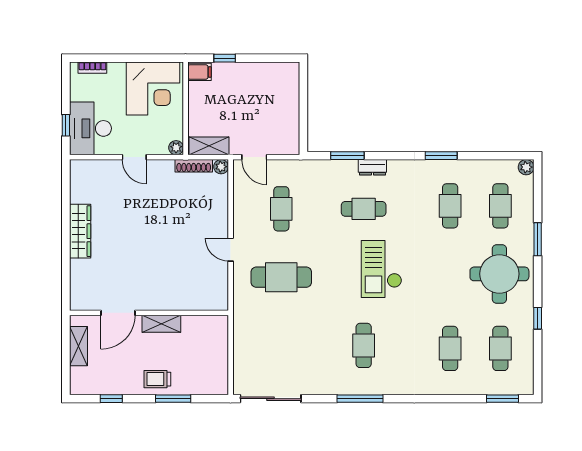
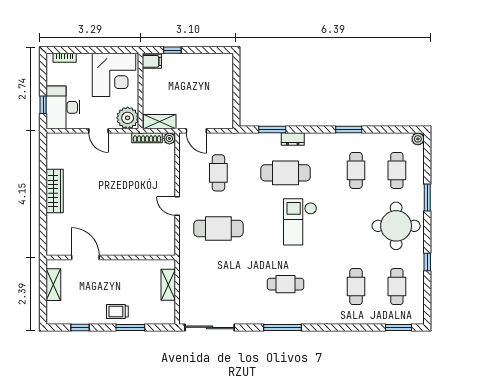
plant: (176, 148) -> (128, 118), width x1.88, depth x1.88
cafe table: (364, 209) -> (285, 173), width x1.37, depth x1.35
door: (118, 313) -> (85, 258), swing flipped
shelving: (161, 324) -> (168, 285), moved, turned 90
cafe table: (364, 345) -> (285, 284), turned 90

